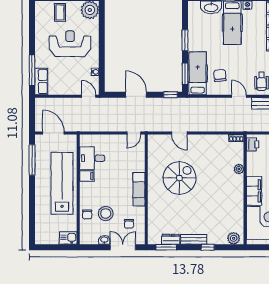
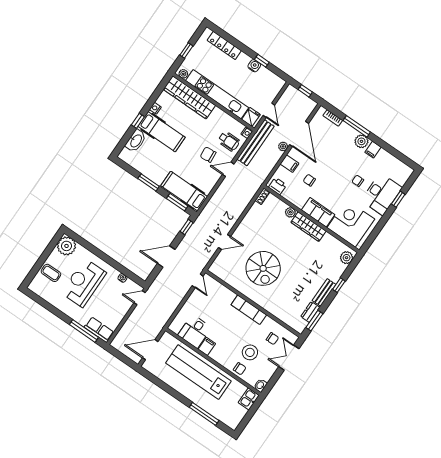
chair: (220, 76) -> (208, 155), moved
window: (32, 160) -> (204, 414), moved
spiral stairs: (179, 178) -> (263, 268), turned 180
wardrobe: (237, 191) -> (309, 227), added
washbasin: (104, 240) -> (260, 385), moved

